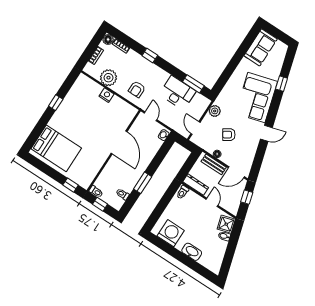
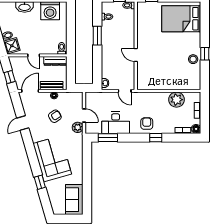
armchair: (137, 89) -> (147, 124), moved
nightstand: (106, 95) -> (169, 85), removed
stool: (69, 105) -> (193, 59), added
door: (195, 128) -> (84, 115), moved
door: (266, 133) -> (23, 123), moved
door: (119, 142) -> (136, 55), width x0.53

